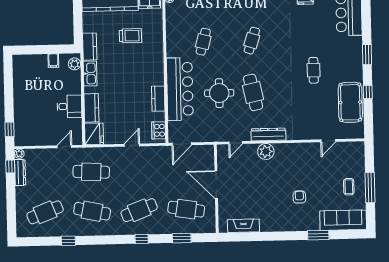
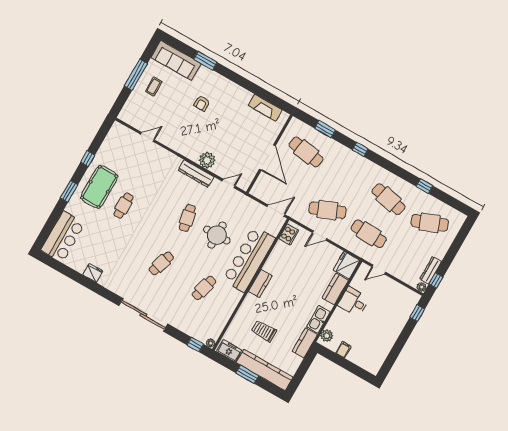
cafe table: (253, 92) -> (187, 218), width x0.73, depth x0.74
kitchen counter: (158, 99) -> (260, 284), moved
pool table: (350, 102) -> (99, 187), moved
cafe table: (139, 210) -> (327, 210), moved

